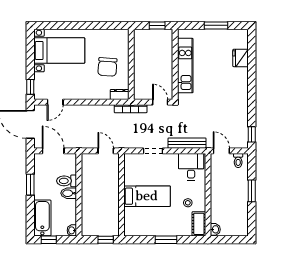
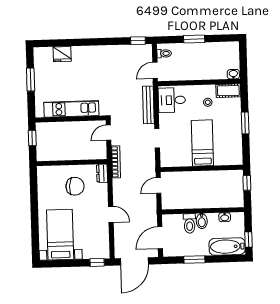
door: (55, 102) -> (111, 214), moved
washbasin: (72, 230) -> (225, 217), moved

